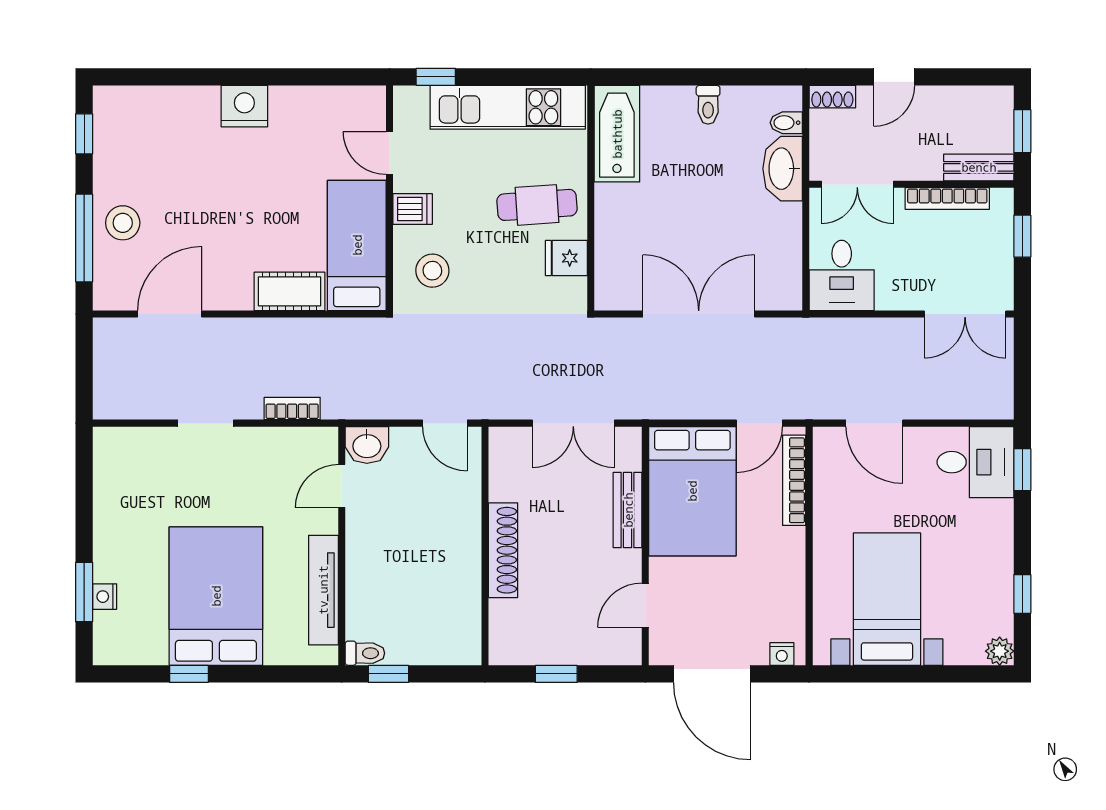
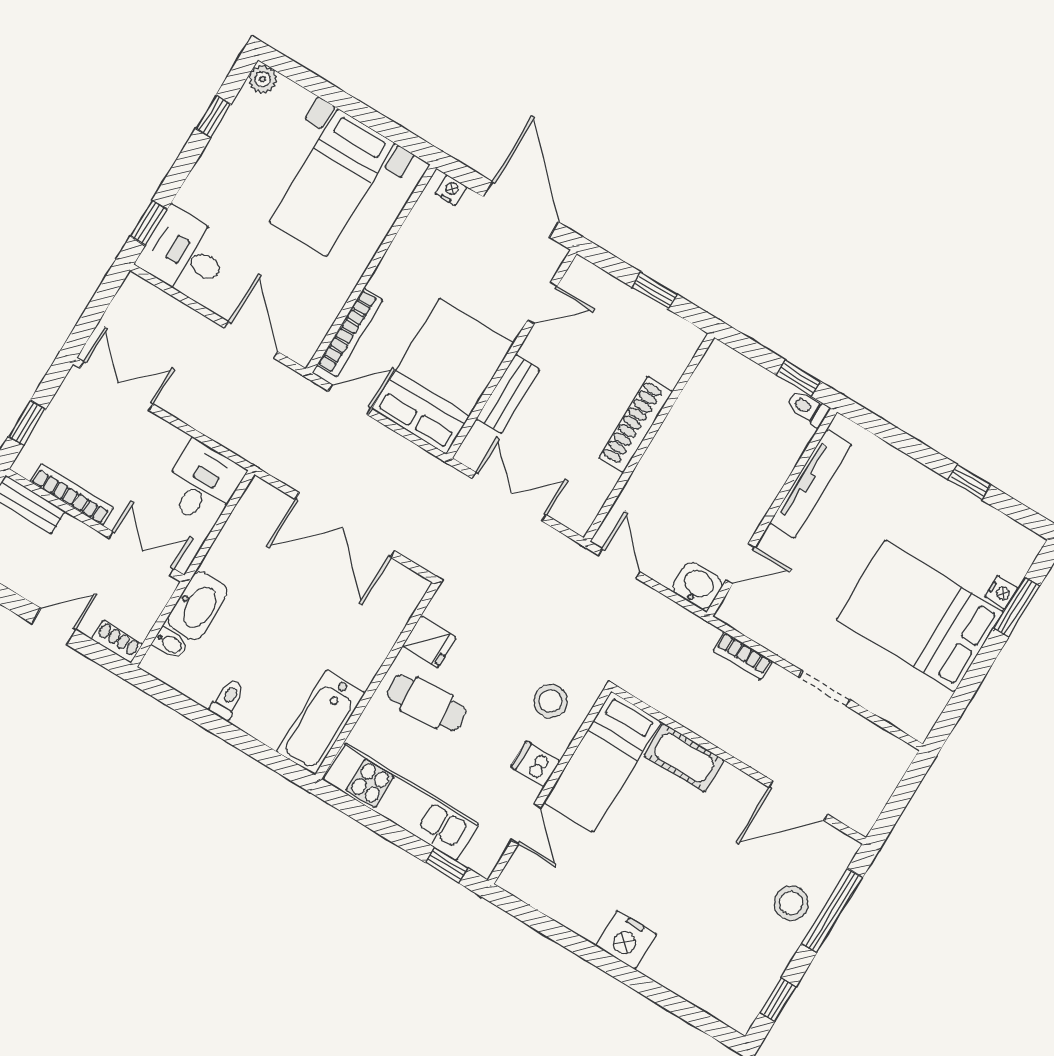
bed: (216, 596) -> (920, 616), moved, turned 90

